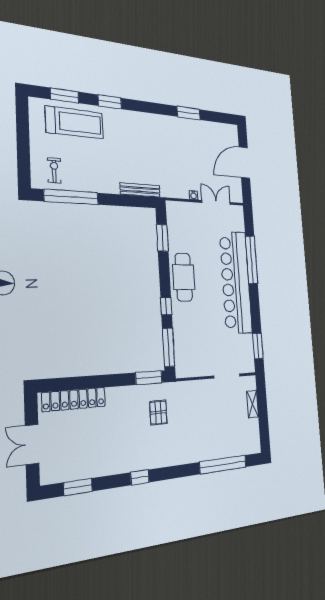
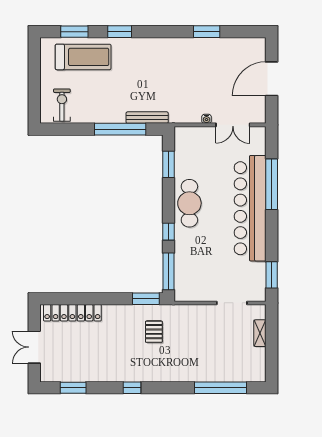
exercise bike: (54, 170) -> (62, 105), width x1.38, depth x1.39
window: (71, 197) -> (120, 129), moved
double door: (216, 202) -> (233, 125), swing flipped

